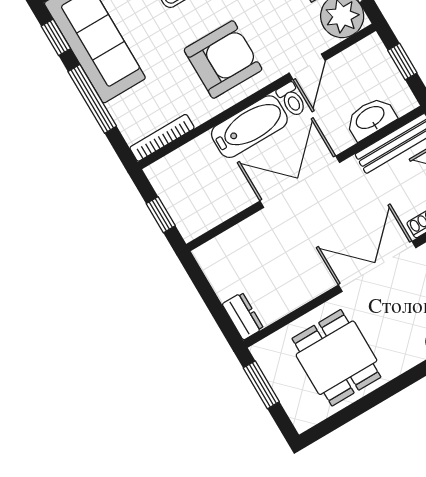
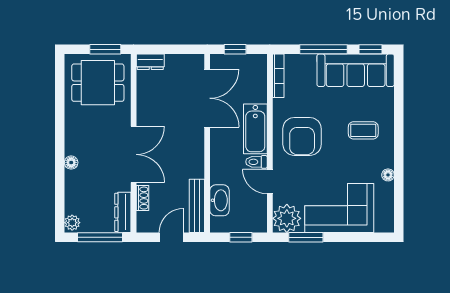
double door: (300, 182) -> (207, 98), moved
dining table: (336, 358) -> (98, 83), moved

